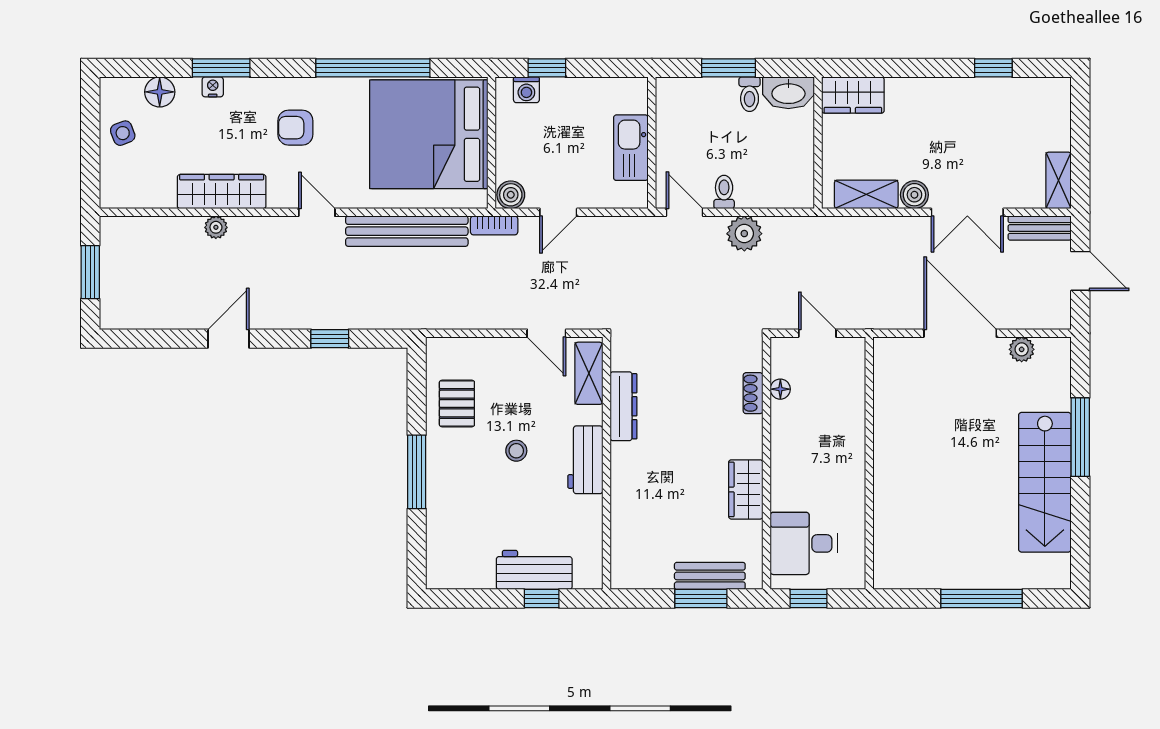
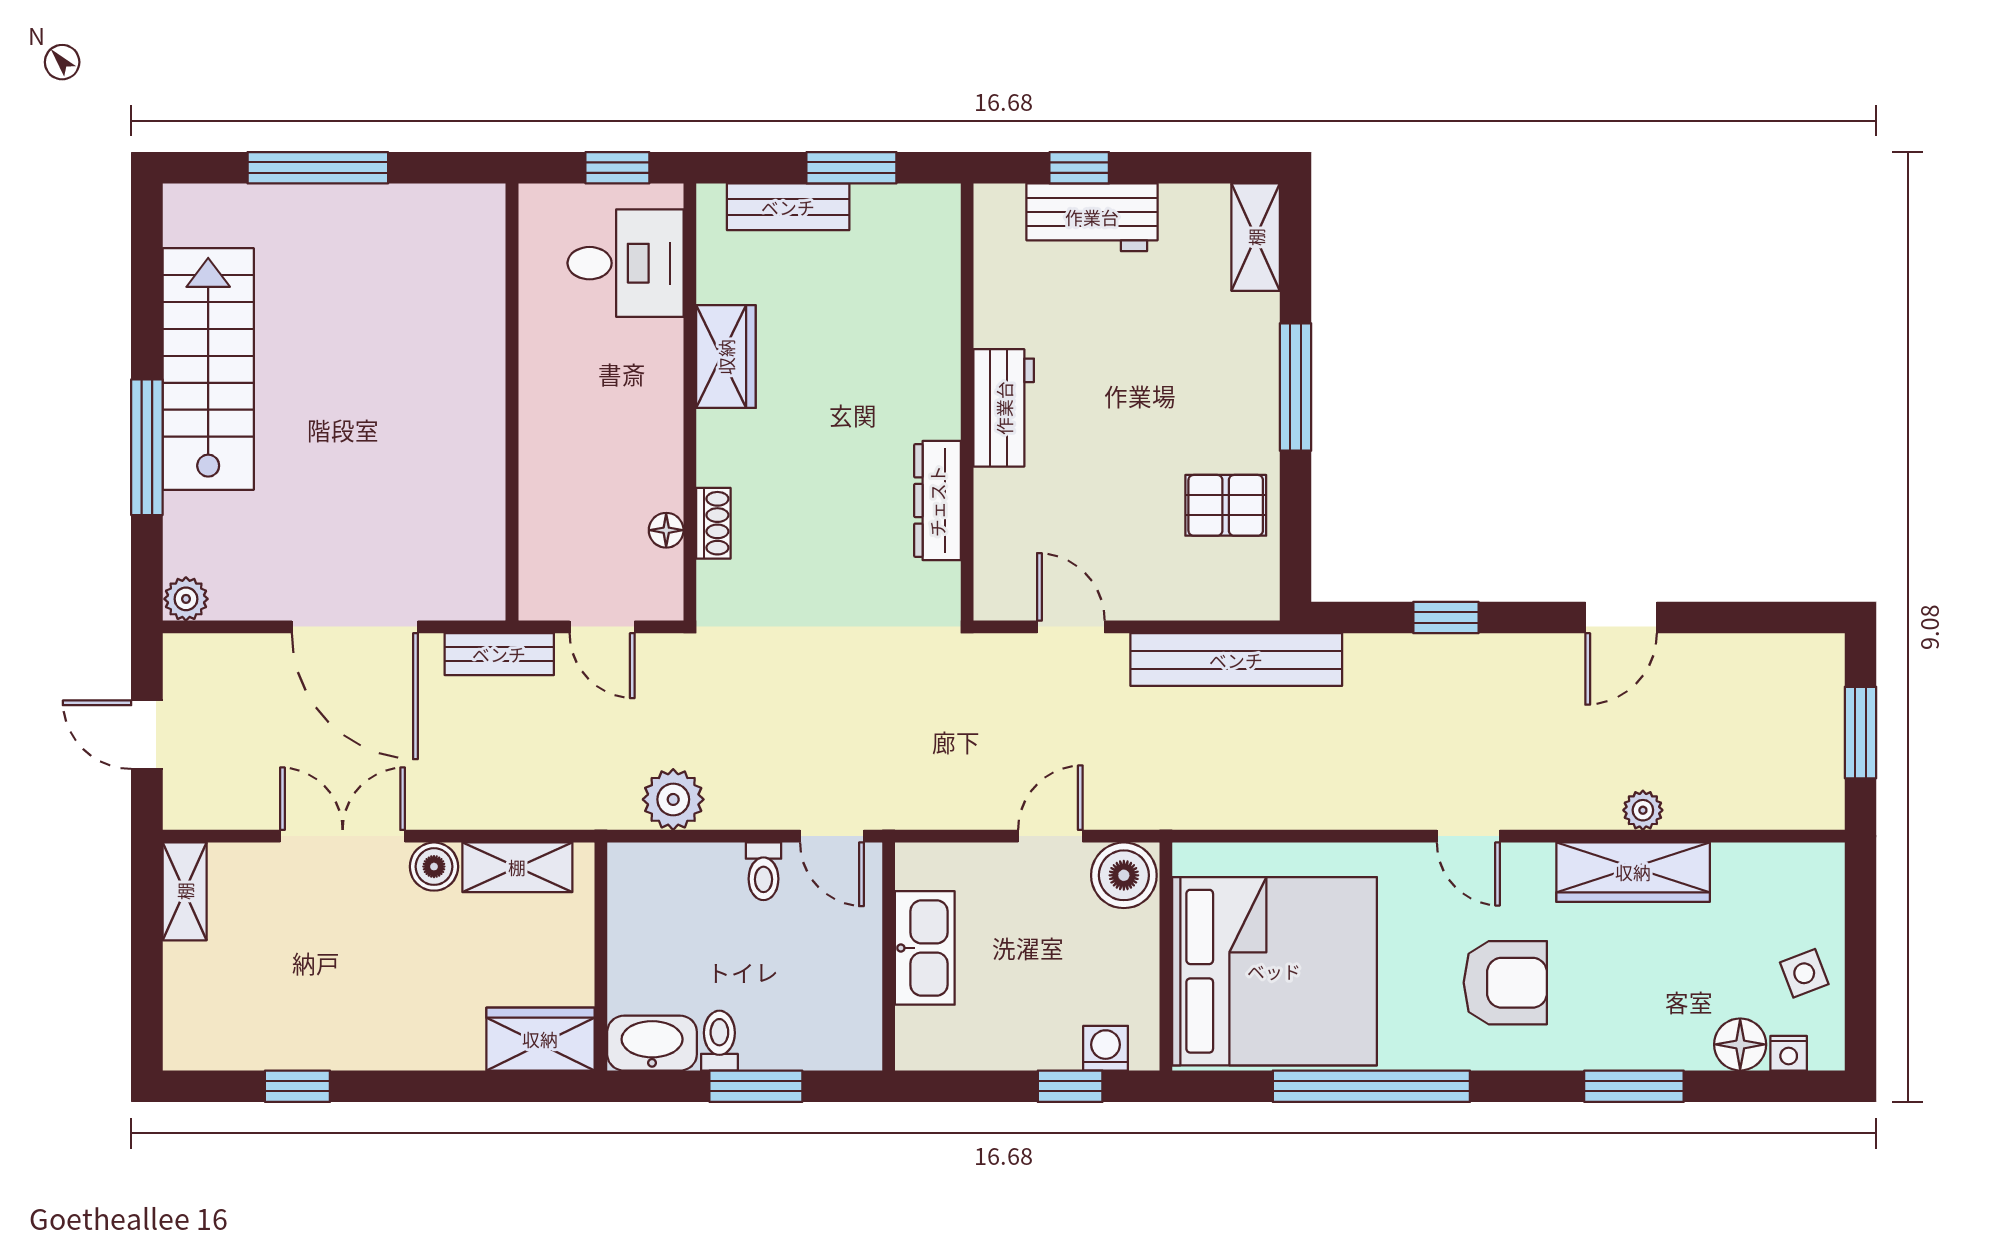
nightstand: (213, 87) -> (1789, 1053), moved
armchair: (295, 128) -> (1505, 983), width x1.38, depth x1.38
boiler: (511, 195) -> (1124, 875), width x1.36, depth x1.36
bookcase: (494, 225) -> (1161, 814), removed
bench: (1040, 228) -> (499, 654), moved
bench: (407, 231) -> (1236, 660), moved
plant: (744, 234) -> (673, 799), moved
plant: (1022, 349) -> (186, 599), moved
shelving: (589, 373) -> (1256, 237), moved
pallet: (457, 403) -> (1226, 505), turned 90
stool: (516, 451) -> (1123, 424), removed
window: (701, 599) -> (851, 168), moved

